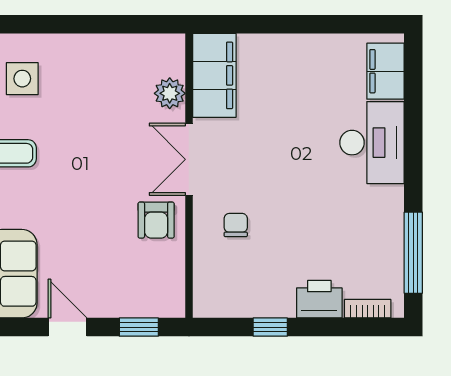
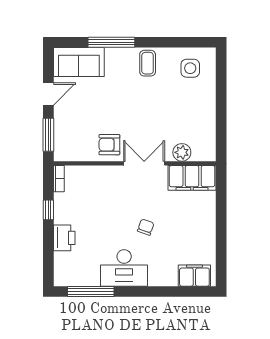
desk: (372, 143) -> (124, 268), moved
chair: (236, 225) -> (146, 227), moved, turned -71
bookcase: (368, 309) -> (59, 179), moved
window: (139, 327) -> (48, 135), width x1.50

